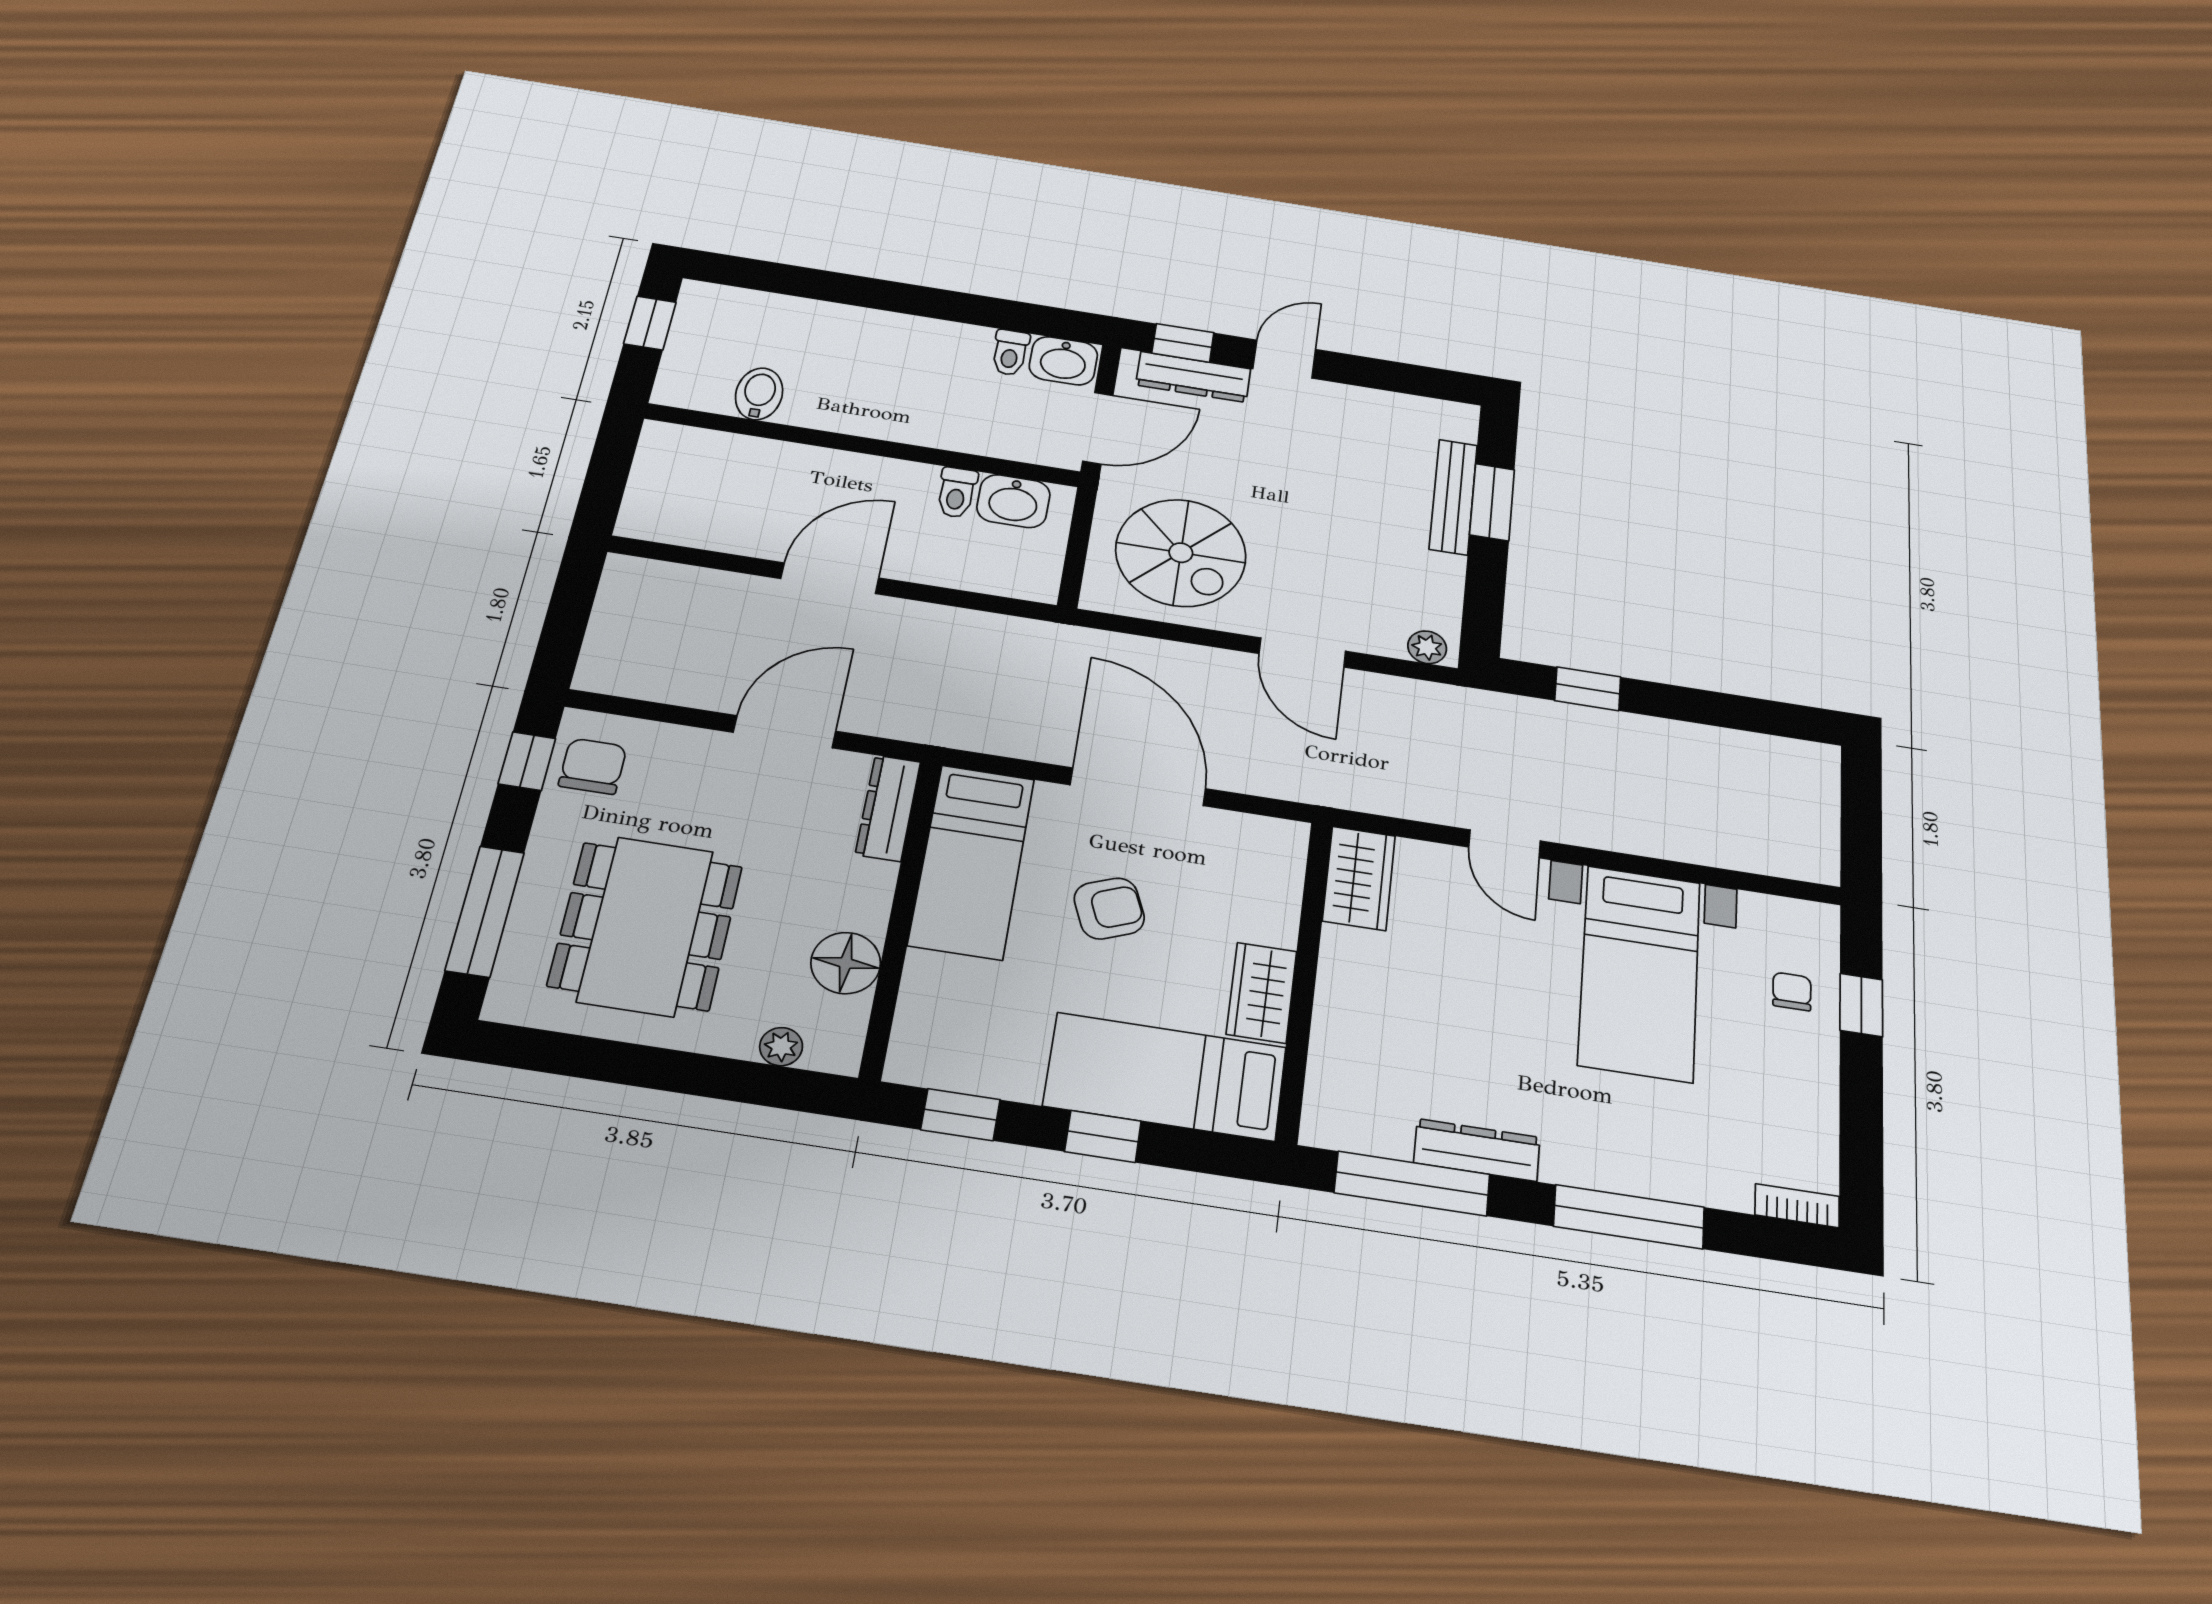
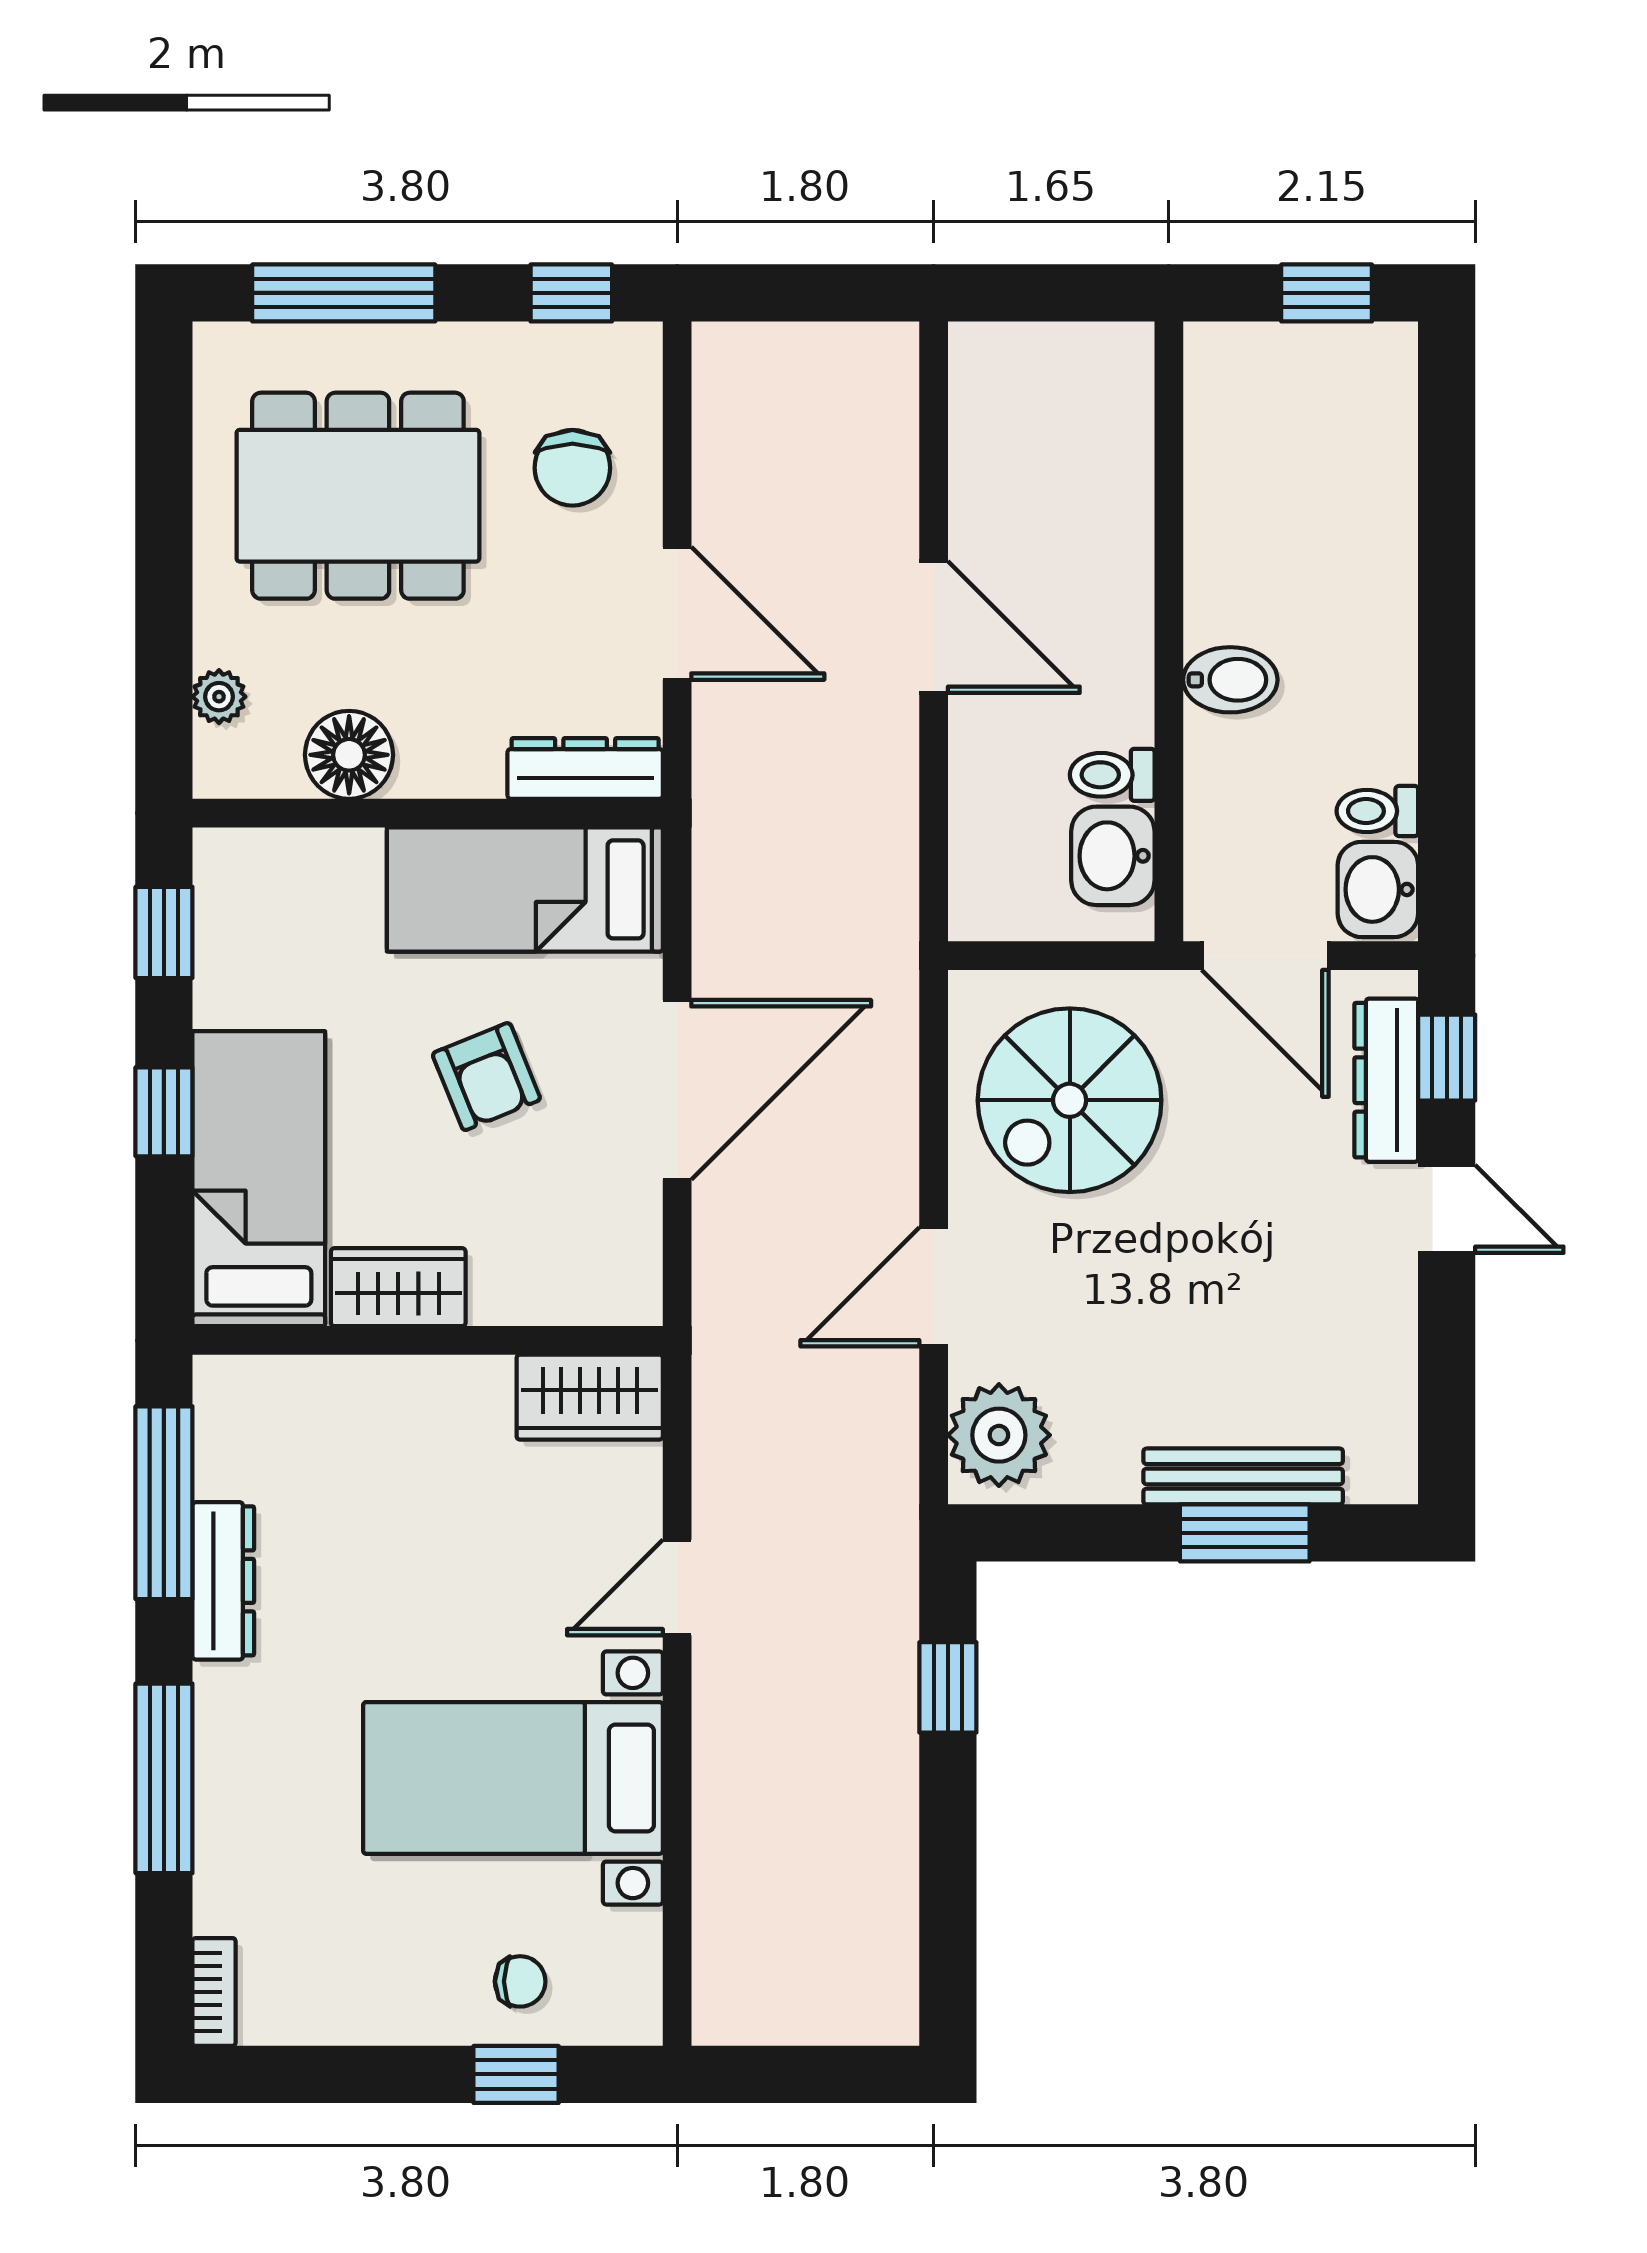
bidet: (759, 394) -> (1230, 680), moved
plant: (1427, 647) -> (999, 1435), width x1.88, depth x1.88
chair: (593, 766) -> (572, 468), moved, turned 90

